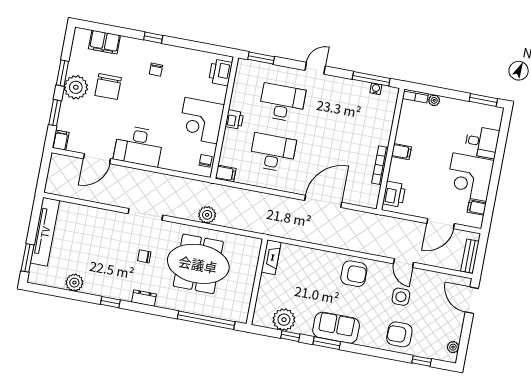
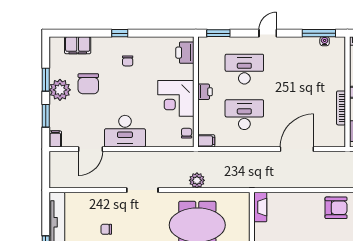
chair: (144, 256) -> (106, 229), moved

